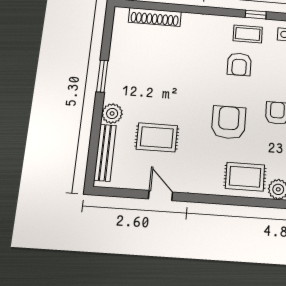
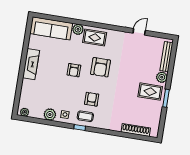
rug: (157, 137) -> (150, 92), moved
door: (161, 195) -> (139, 32), swing flipped

